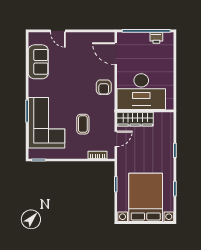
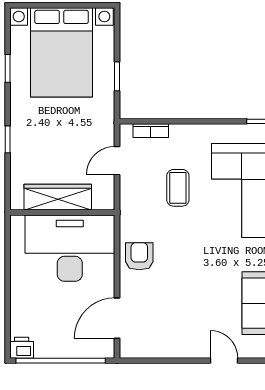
printer: (156, 38) -> (22, 348), moved
door: (116, 54) -> (117, 318), swing flipped
wardrobe: (135, 119) -> (58, 197), moved

